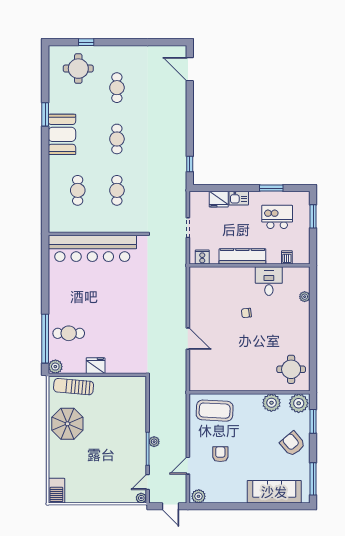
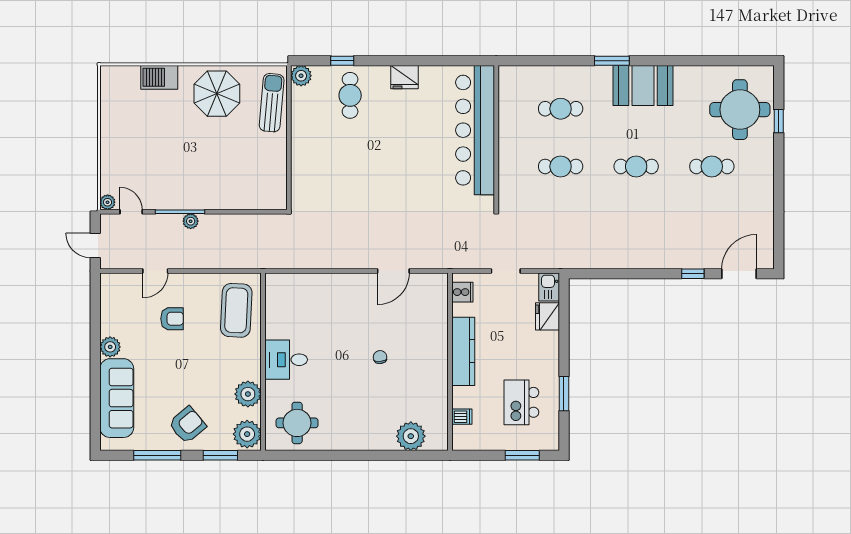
round table: (78, 69) -> (740, 110), width x1.36, depth x1.36
window: (45, 114) -> (612, 61), moved
window: (190, 164) -> (693, 274), moved
kitchen sink: (239, 198) -> (549, 287), moved
kitchen island: (277, 217) -> (521, 402), turned 180
desk: (269, 281) -> (286, 360), moved, turned 180
plant: (305, 297) -> (411, 436), width x1.87, depth x1.87
window: (45, 339) -> (342, 61), width x0.32
door: (188, 339) -> (393, 271), moved
fridge: (96, 366) -> (405, 77), moved, turned 90
door: (188, 466) -> (155, 271), swing flipped
window: (313, 479) -> (157, 455), moved
barbecue: (56, 491) -> (159, 77), moved
plant: (199, 496) -> (110, 347), moved
door: (171, 506) -> (95, 245), hinge flipped

